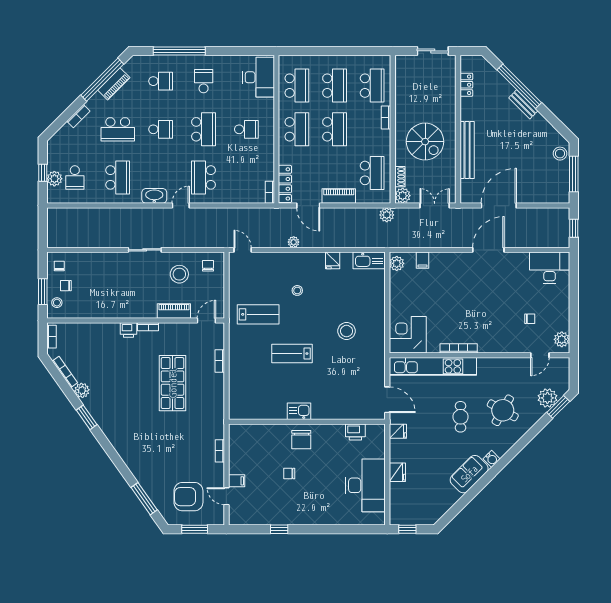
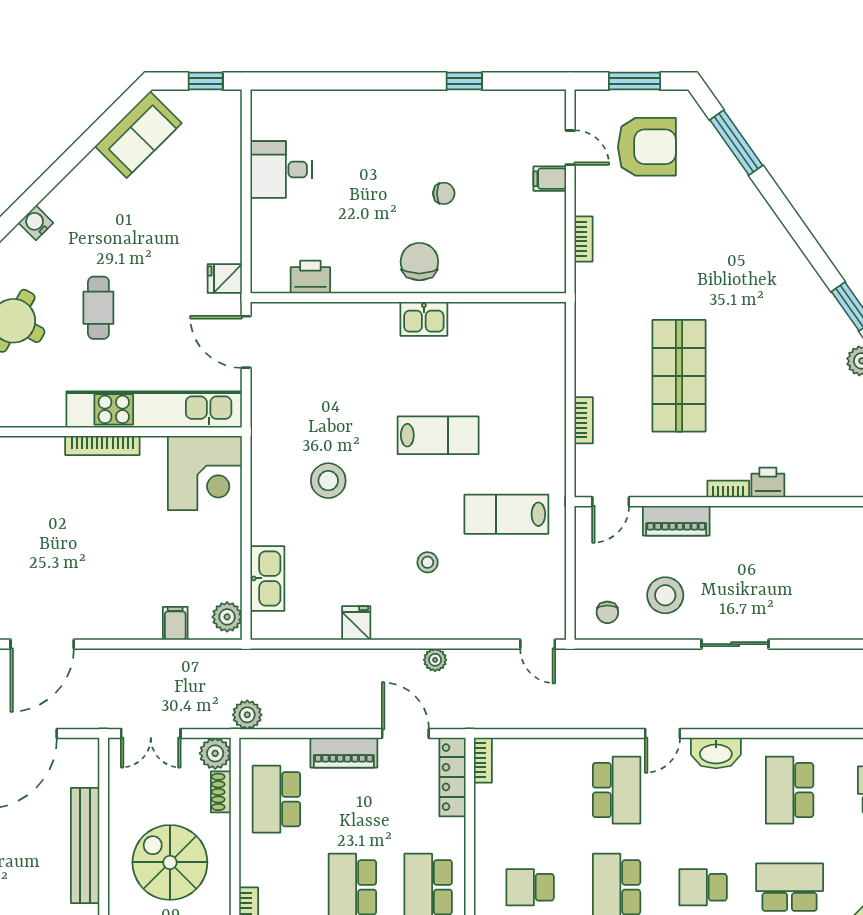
kitchen sink: (369, 260) -> (267, 578), moved, turned 90
fridge: (397, 472) -> (226, 196), removed
sofa: (469, 474) -> (138, 135), moved
desk: (365, 485) -> (281, 170), width x0.53, depth x0.77

